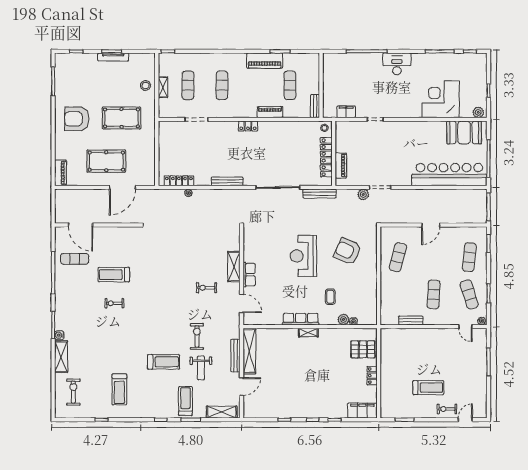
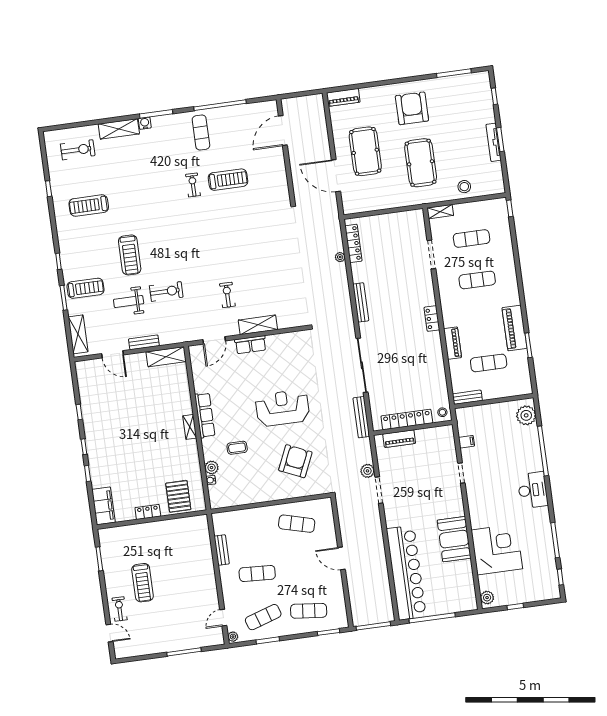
plant: (336, 61) -> (526, 415), added
shelving: (163, 87) -> (440, 212), moved
filing cabinet: (346, 112) -> (466, 442), width x0.50
booth: (464, 132) -> (454, 539), moved
exercise mat: (75, 259) -> (201, 132), moved
treadmill: (114, 275) -> (228, 180), turned 90
shelving: (249, 351) -> (166, 357), width x0.68
bench: (235, 356) -> (144, 342), width x0.73

